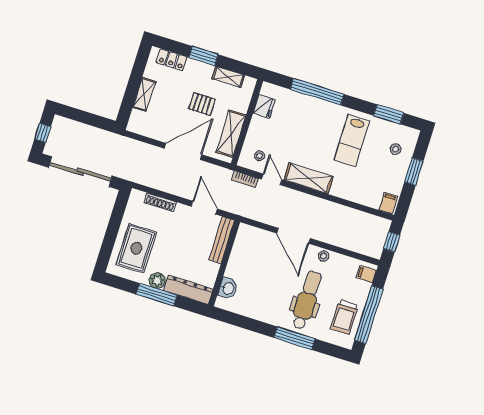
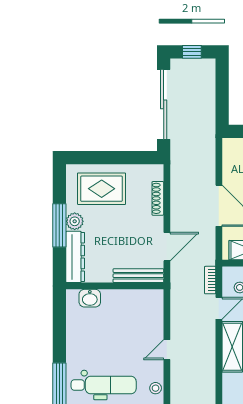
door: (293, 236) -> (167, 350), width x0.53

